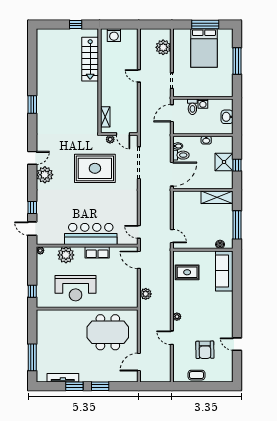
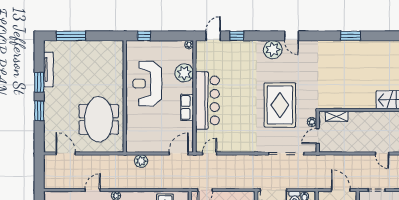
door: (139, 76) -> (382, 153), swing flipped

